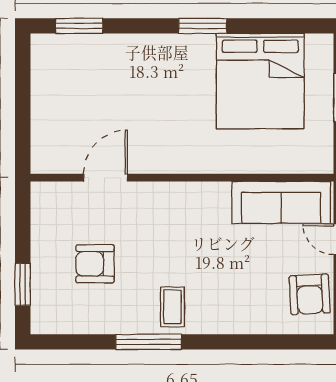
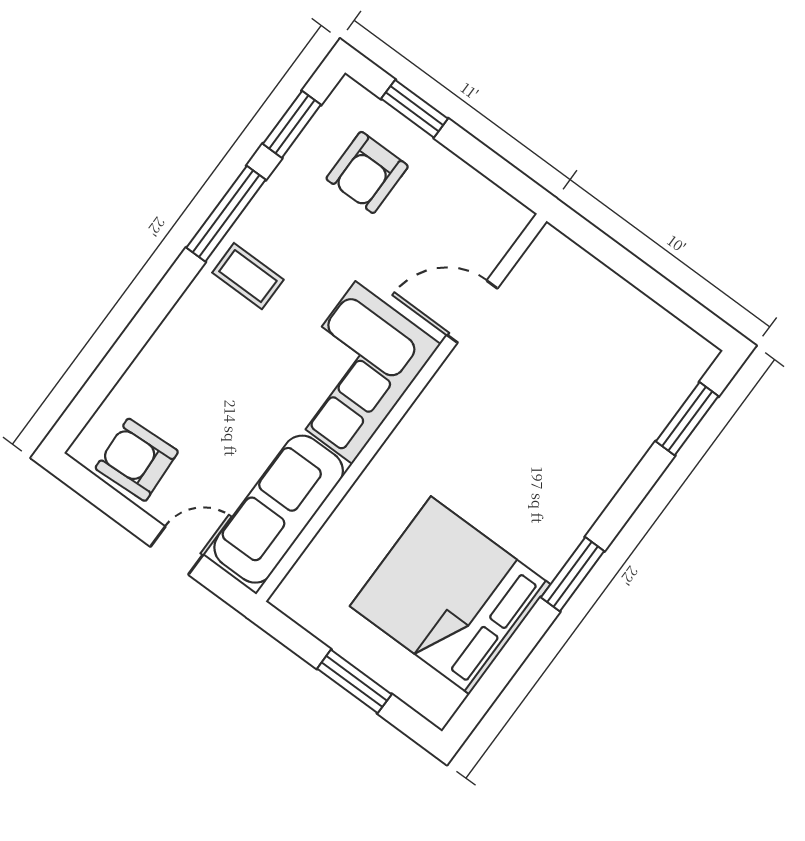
door: (106, 178) -> (472, 312), swing flipped
corner sofa: (182, 215) -> (354, 373), added
armchair: (95, 264) -> (367, 172), moved, turned 180
window: (77, 342) -> (292, 124), added

